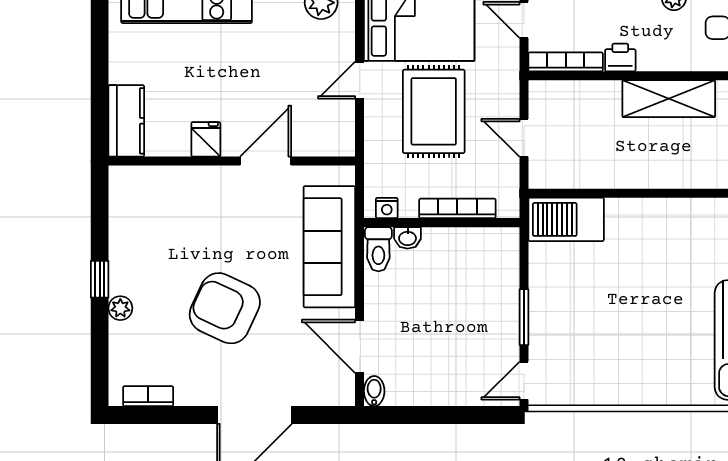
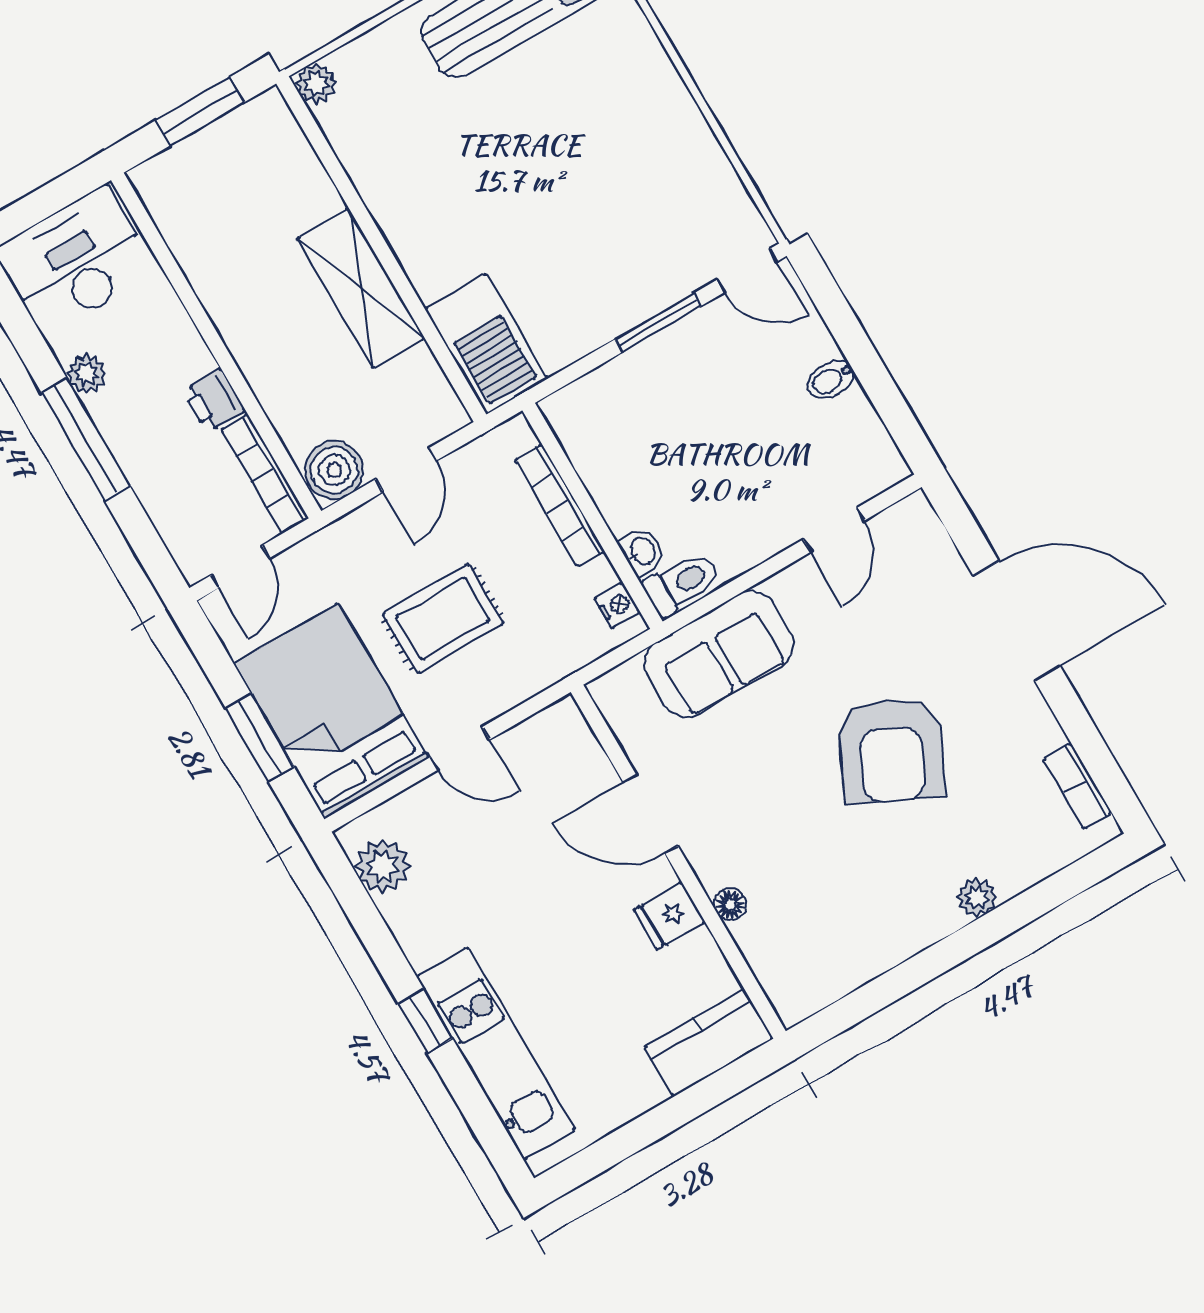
shelving: (669, 99) -> (361, 288), moved
boiler: (546, 100) -> (334, 470), added
rug: (434, 111) -> (443, 619), width x0.73, depth x0.70
floor lamp: (193, 175) -> (730, 905), added
sofa: (329, 247) -> (719, 654), width x0.73
window: (100, 279) -> (953, 950), removed
door: (360, 346) -> (834, 530), width x0.73
bidet: (374, 391) -> (830, 379), moved

